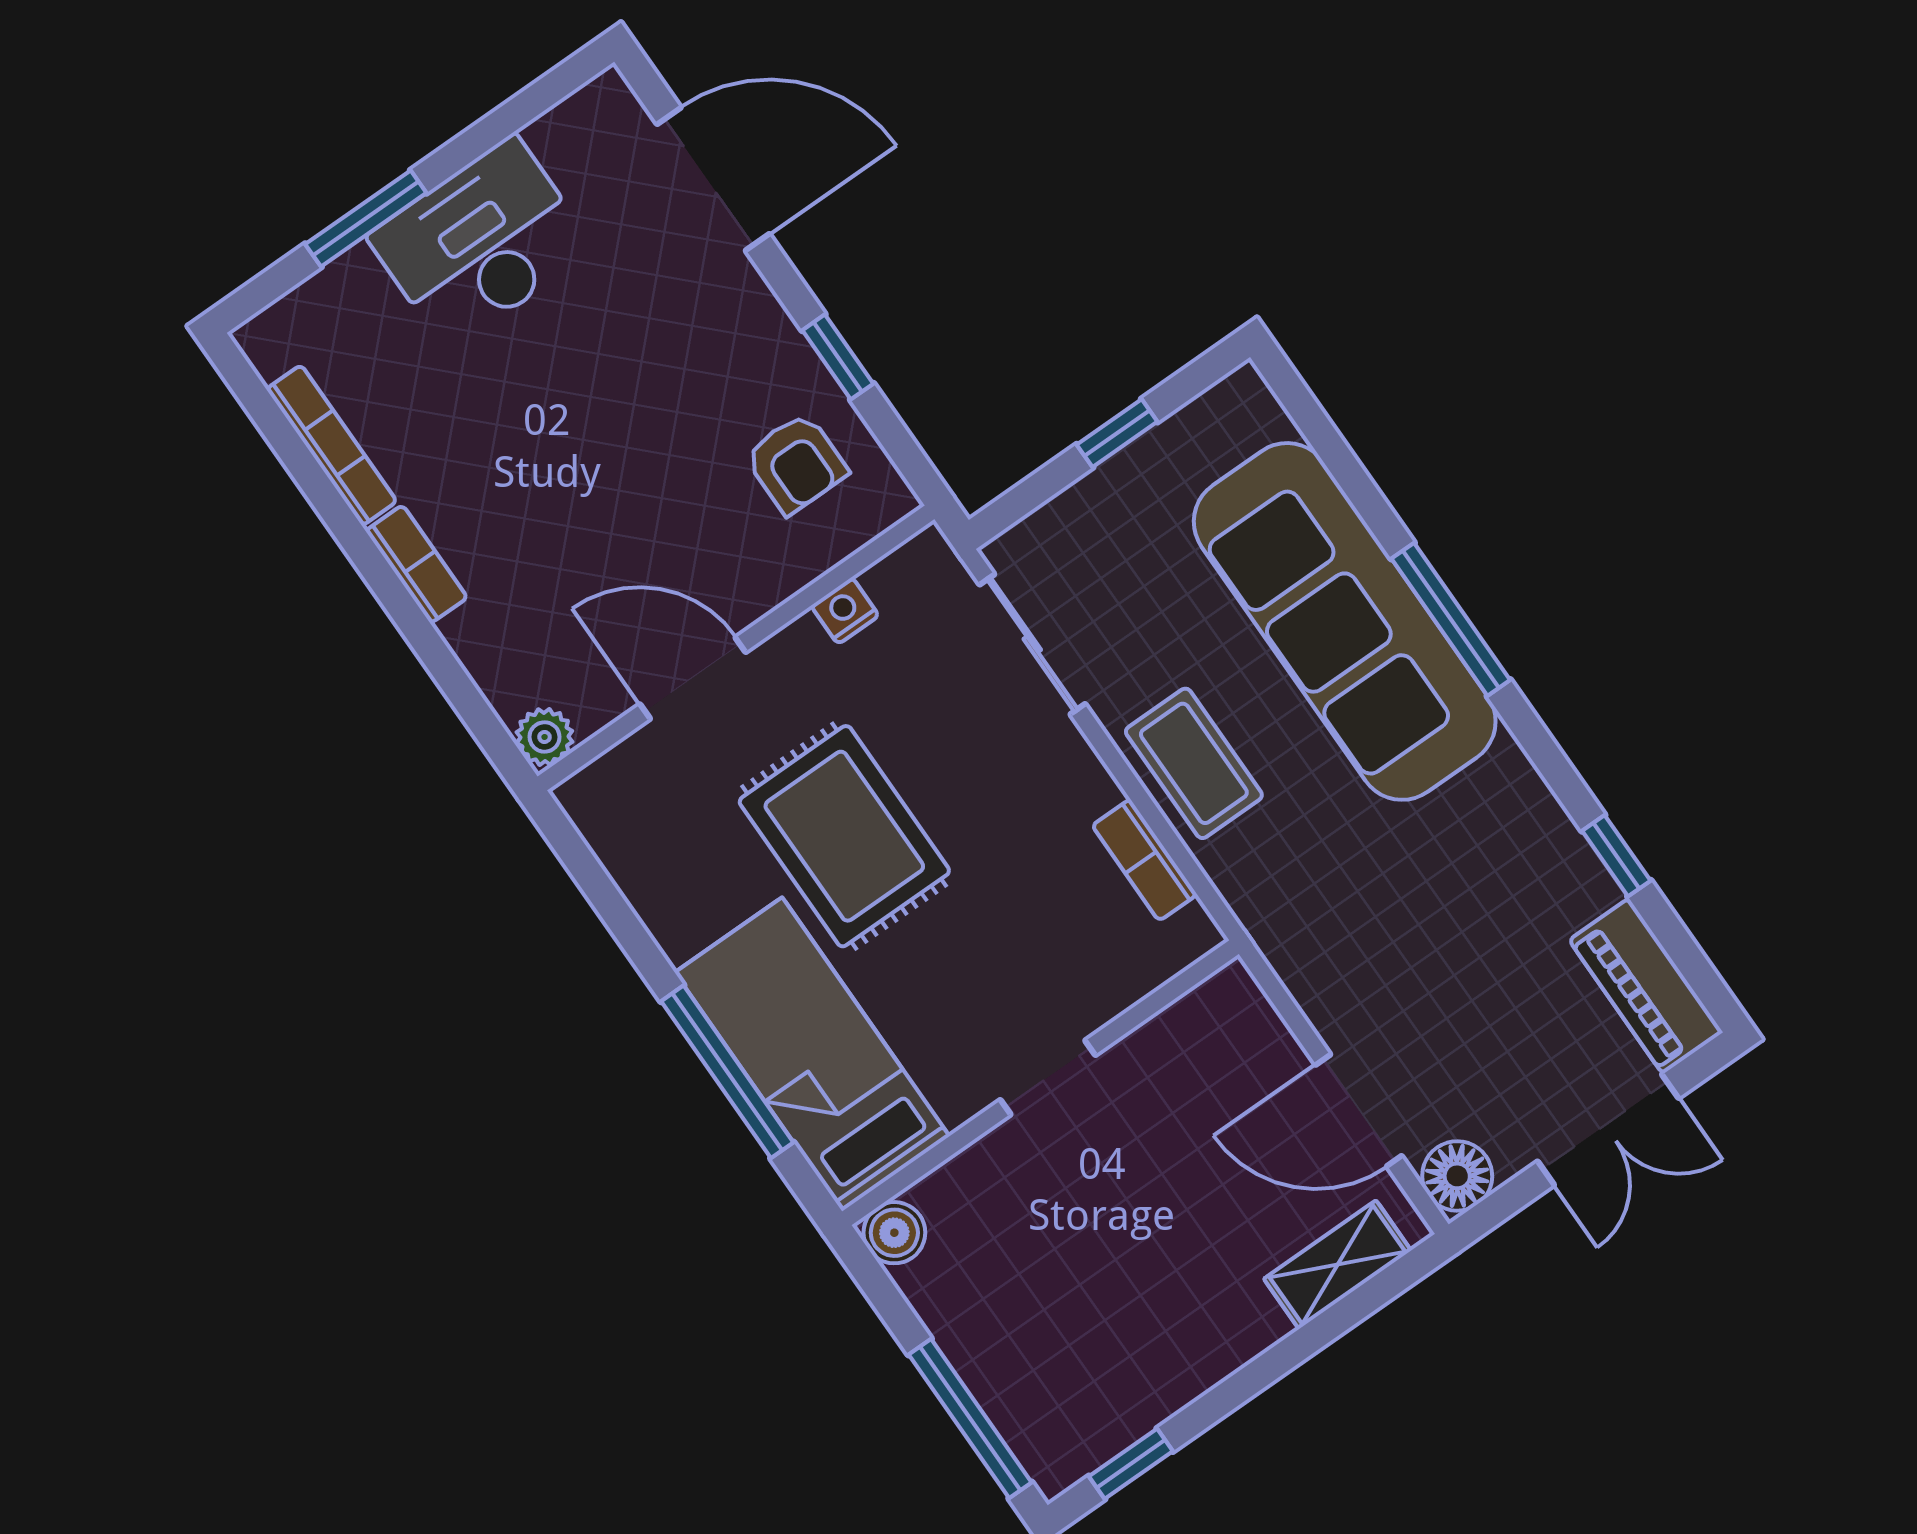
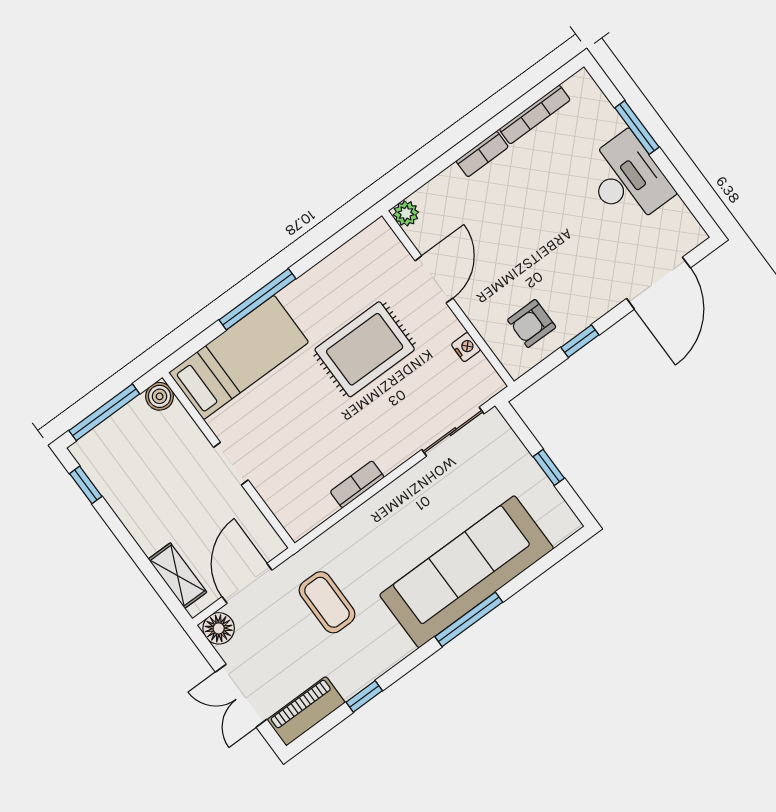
coffee table: (1194, 763) -> (327, 602), moved, turned 90
bed: (812, 1054) -> (239, 357), moved
doorway: (1048, 1078) -> (231, 464), moved
wall: (1040, 1083) -> (229, 460), moved
boiler: (894, 1233) -> (160, 396), moved

